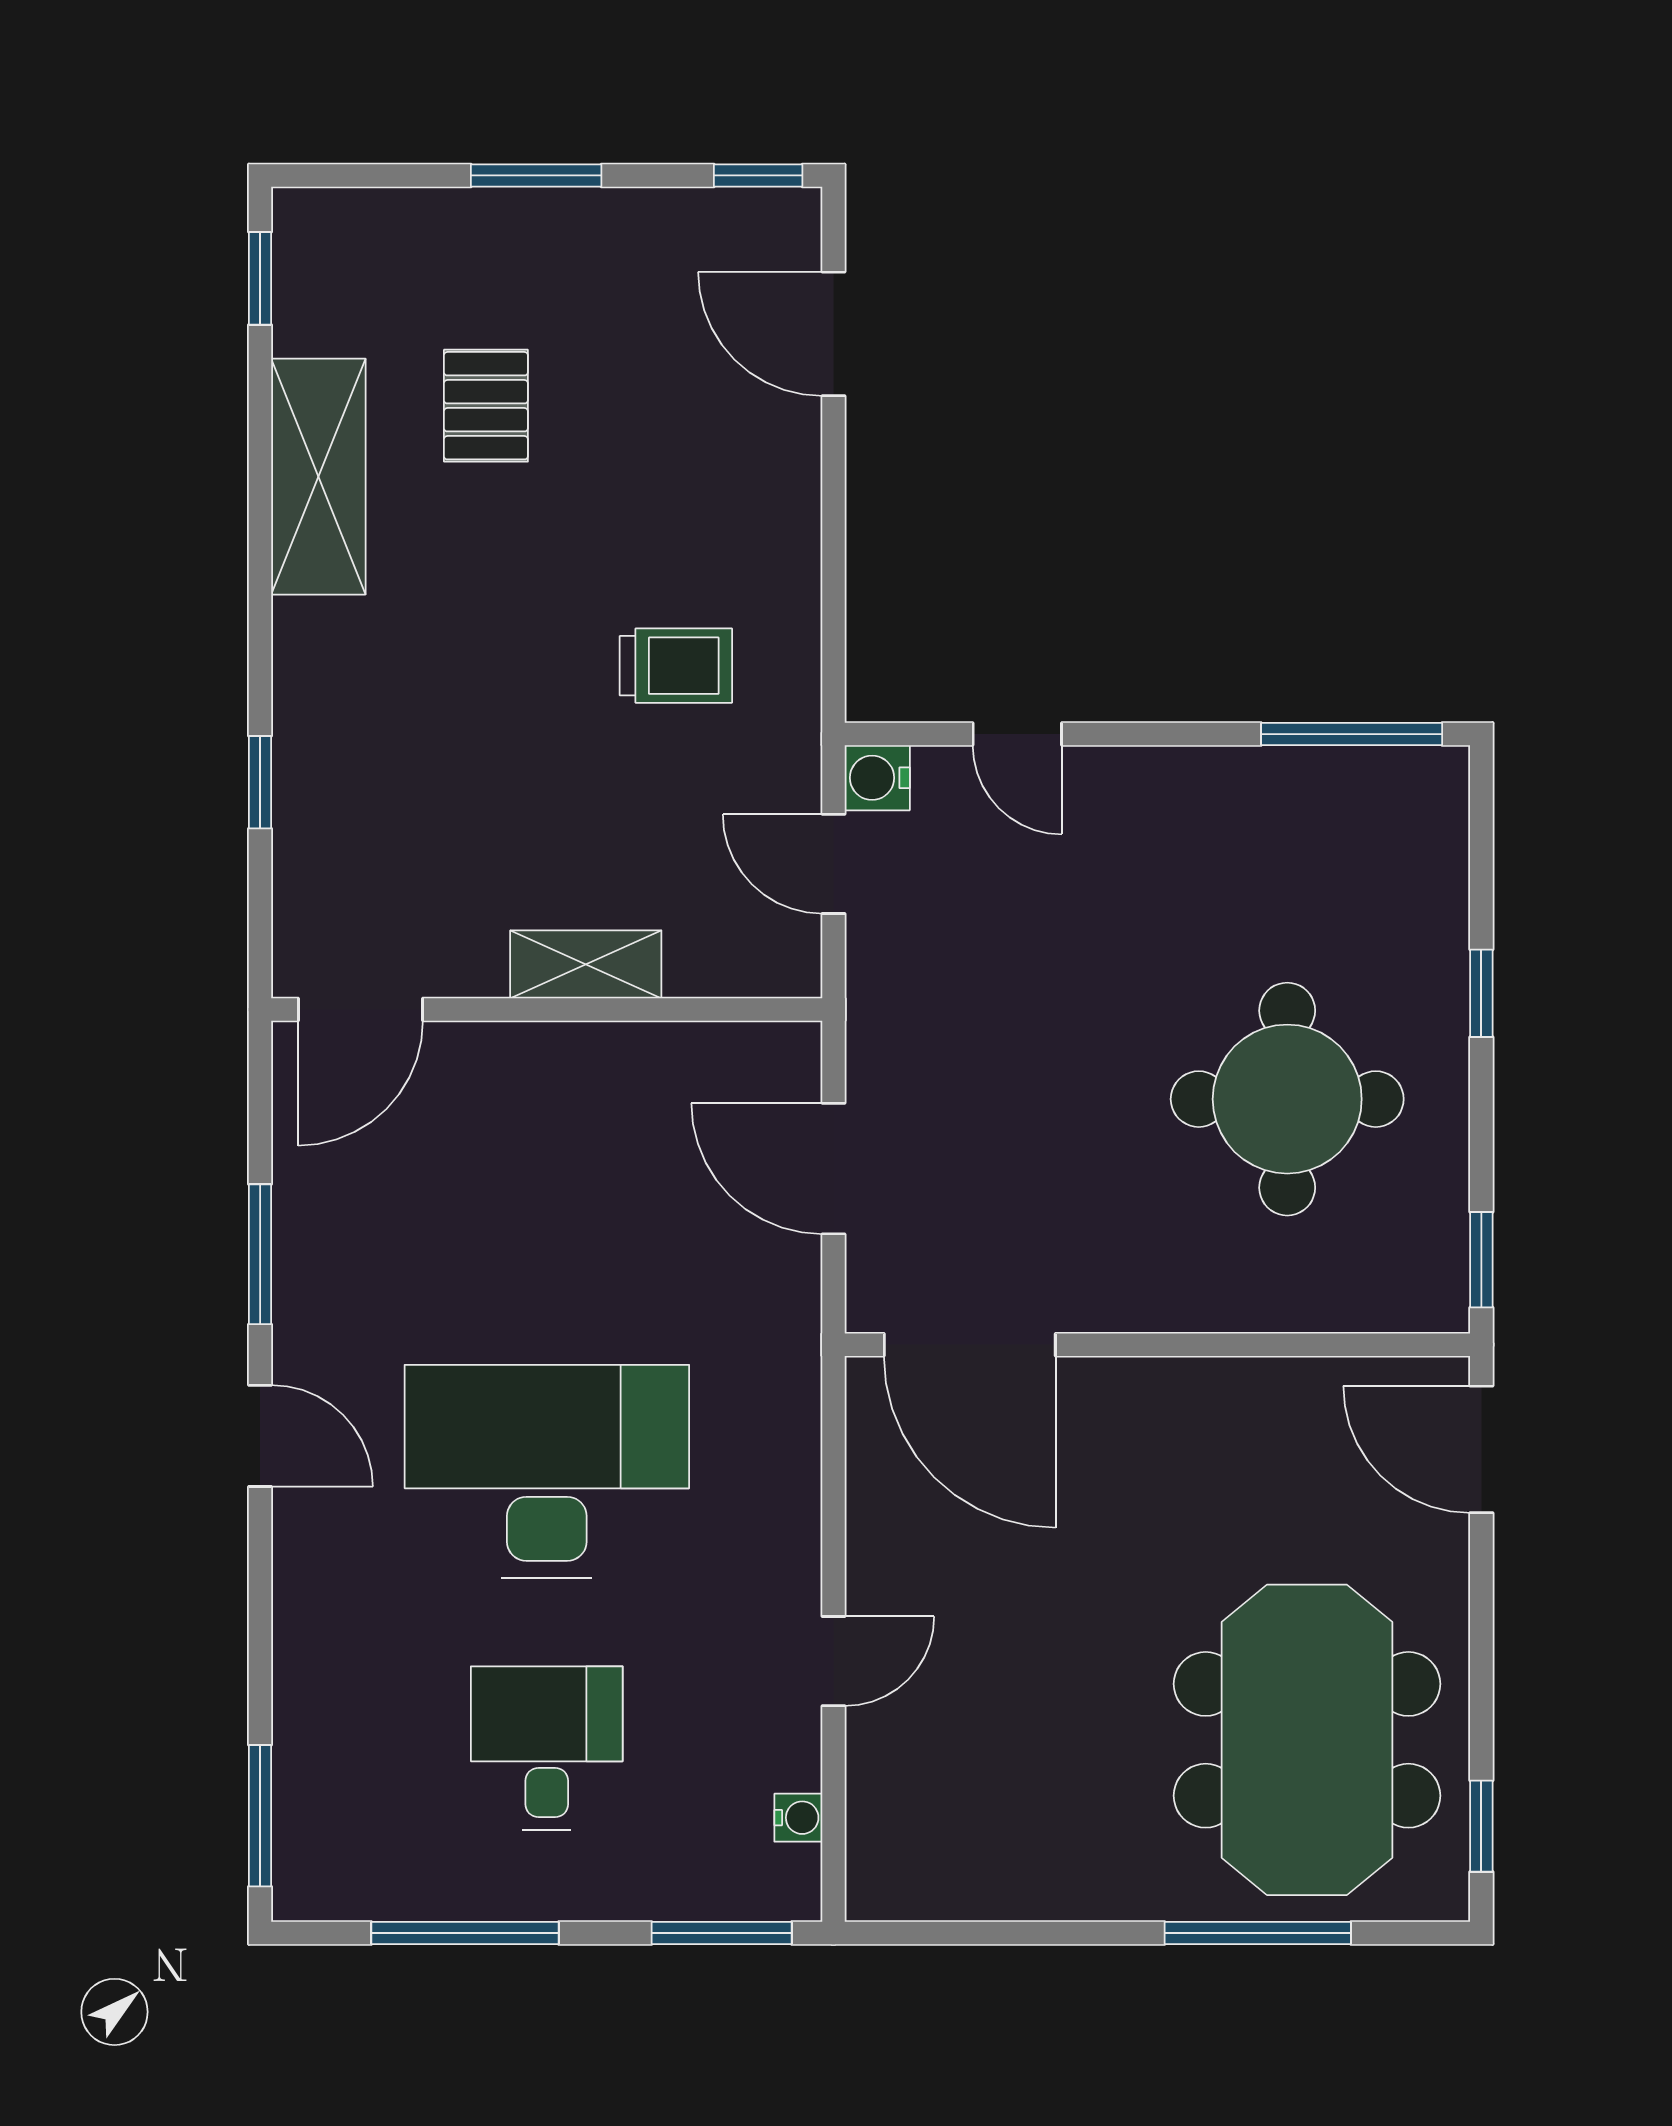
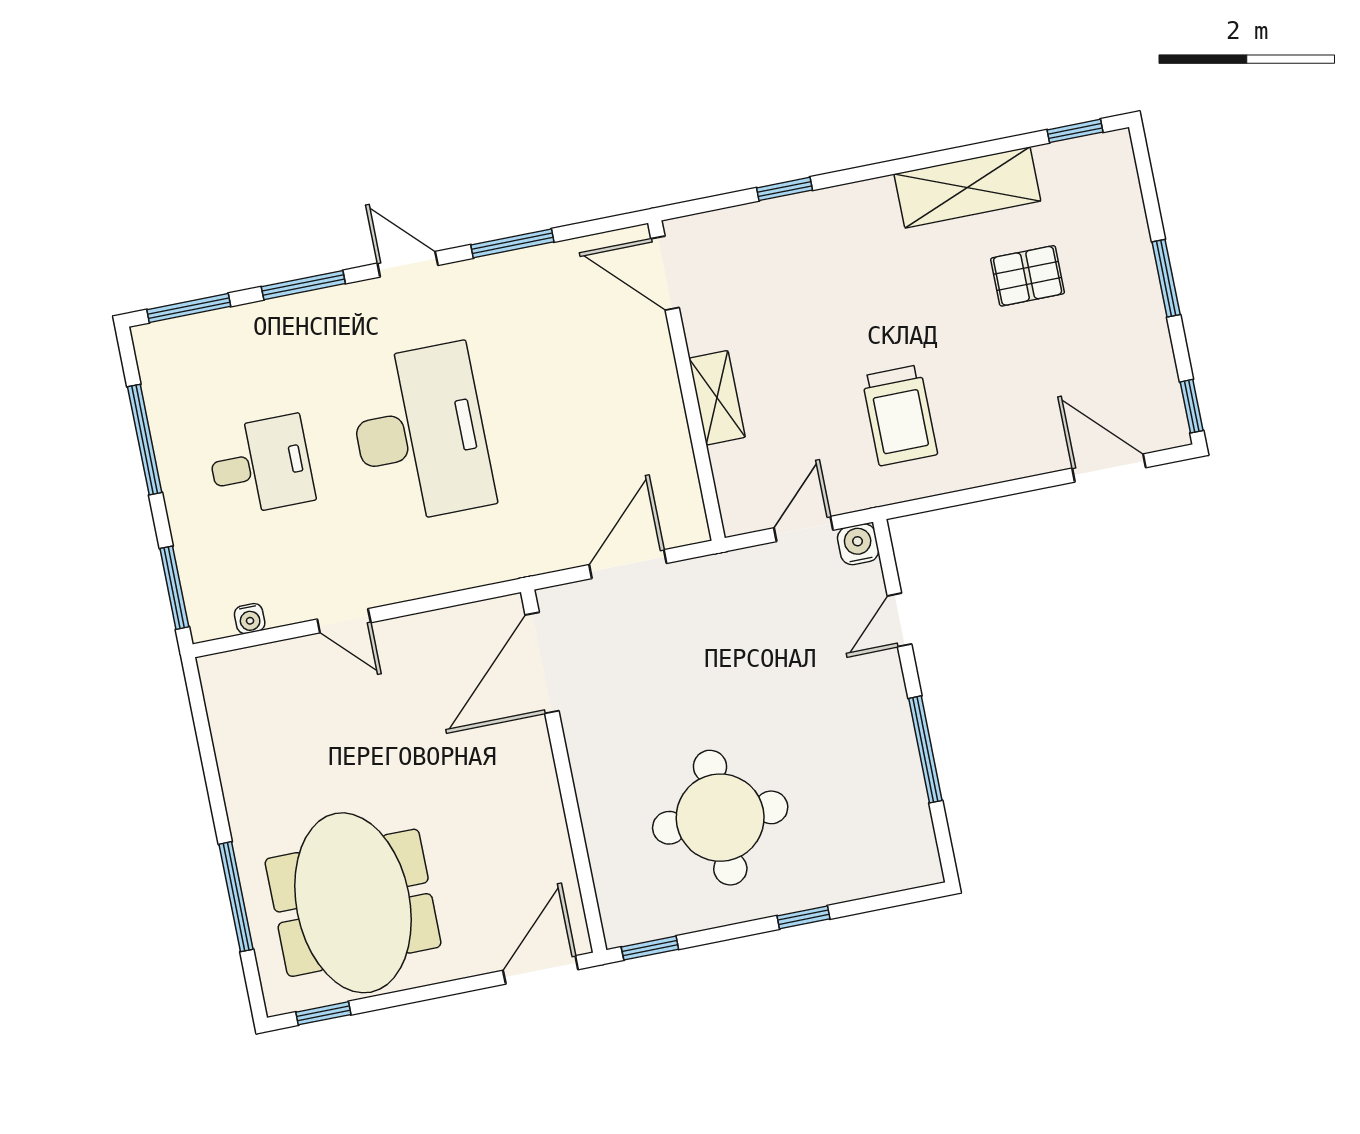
door: (833, 334) -> (1109, 468), hinge flipped
trolley: (676, 666) -> (900, 415), width x1.36, depth x1.39
window: (1352, 734) -> (925, 749), moved
door: (260, 1436) -> (408, 264), swing flipped
window: (260, 1617) -> (303, 285), added
meeting table: (1307, 1740) -> (353, 903), turned 90

